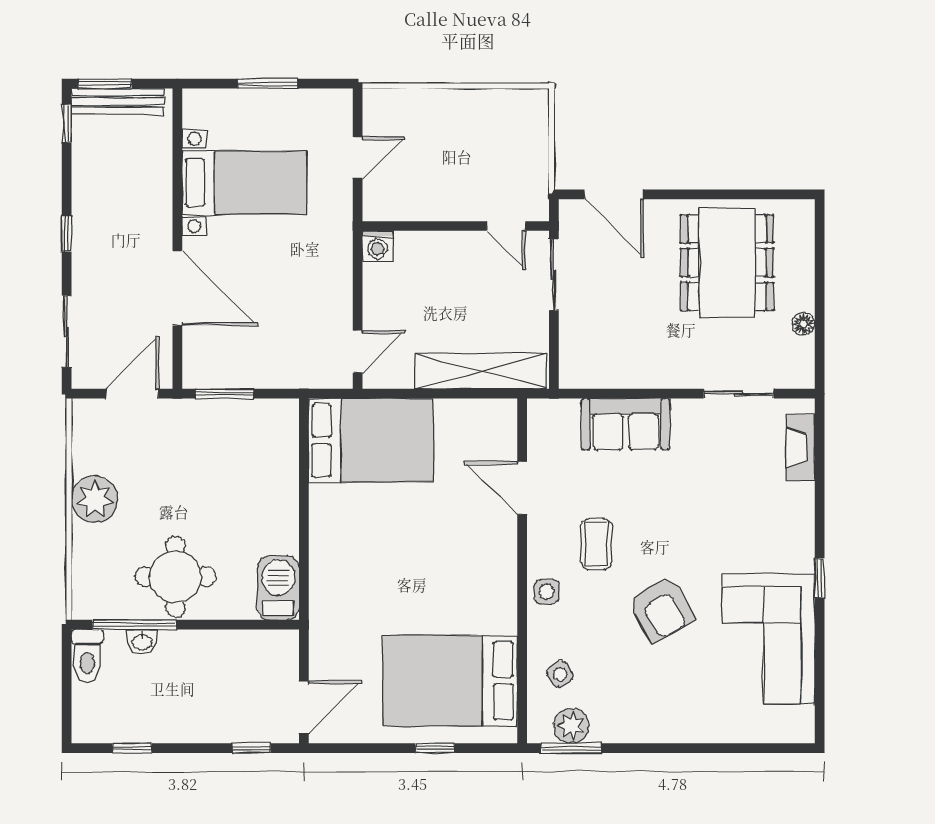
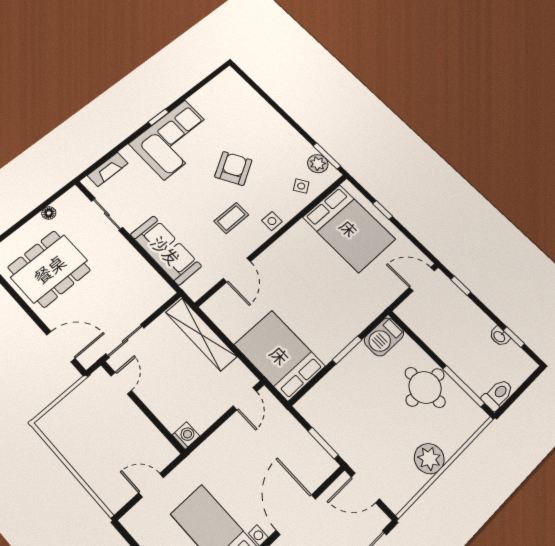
door: (614, 194) -> (61, 347), hinge flipped
door: (358, 352) -> (245, 399), swing flipped
sofa: (626, 424) -> (166, 250), width x1.36
window: (304, 527) -> (347, 350), added
corner sofa: (768, 639) -> (175, 140), moved
washbasin: (142, 642) -> (500, 336), moved, turned 180

